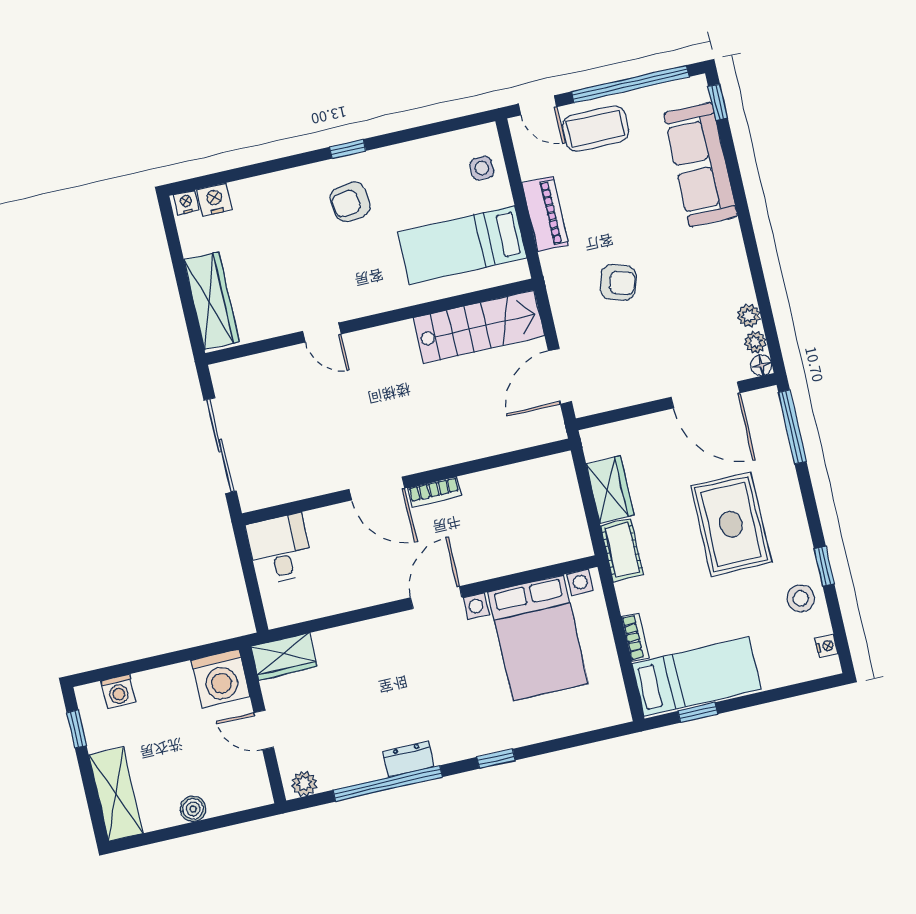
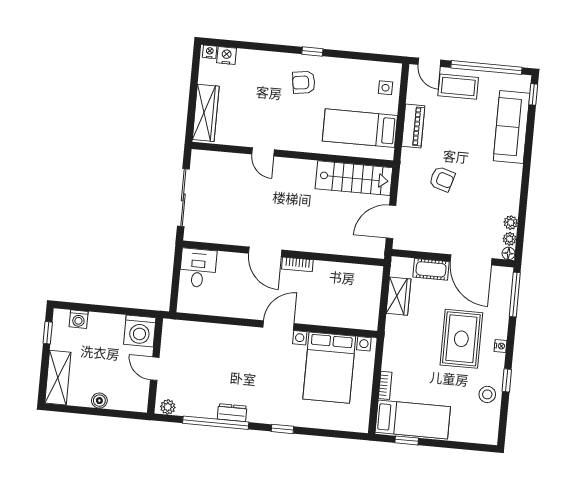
cot: (622, 550) -> (431, 269), moved, turned 90
nightstand: (826, 646) -> (500, 346), moved
wardrobe: (284, 657) -> (180, 330), removed

